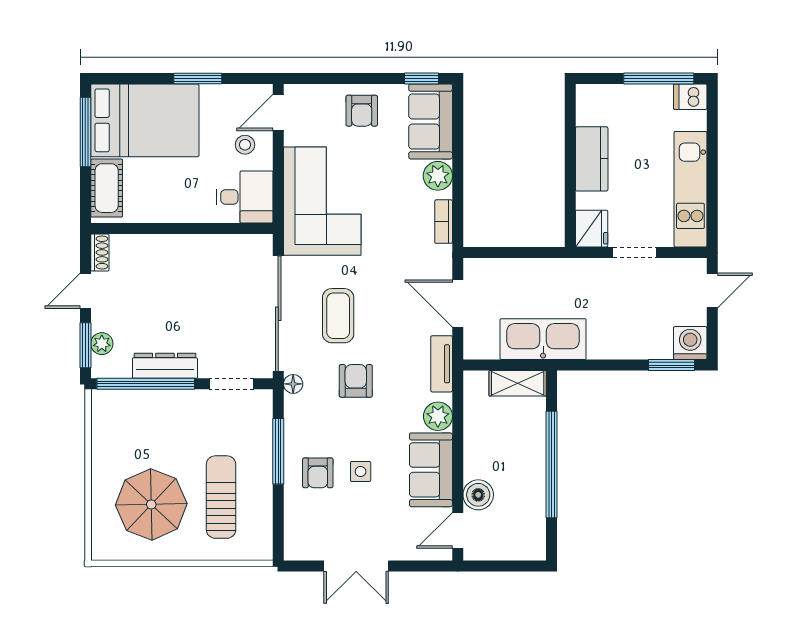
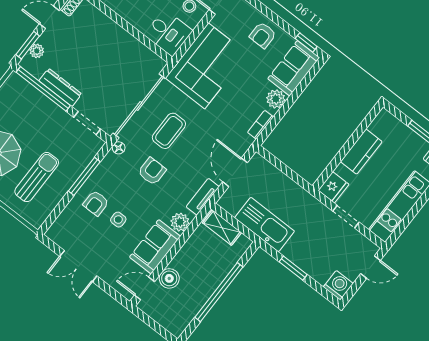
window: (672, 365) -> (293, 268), moved
shelving: (518, 383) -> (222, 228), moved

